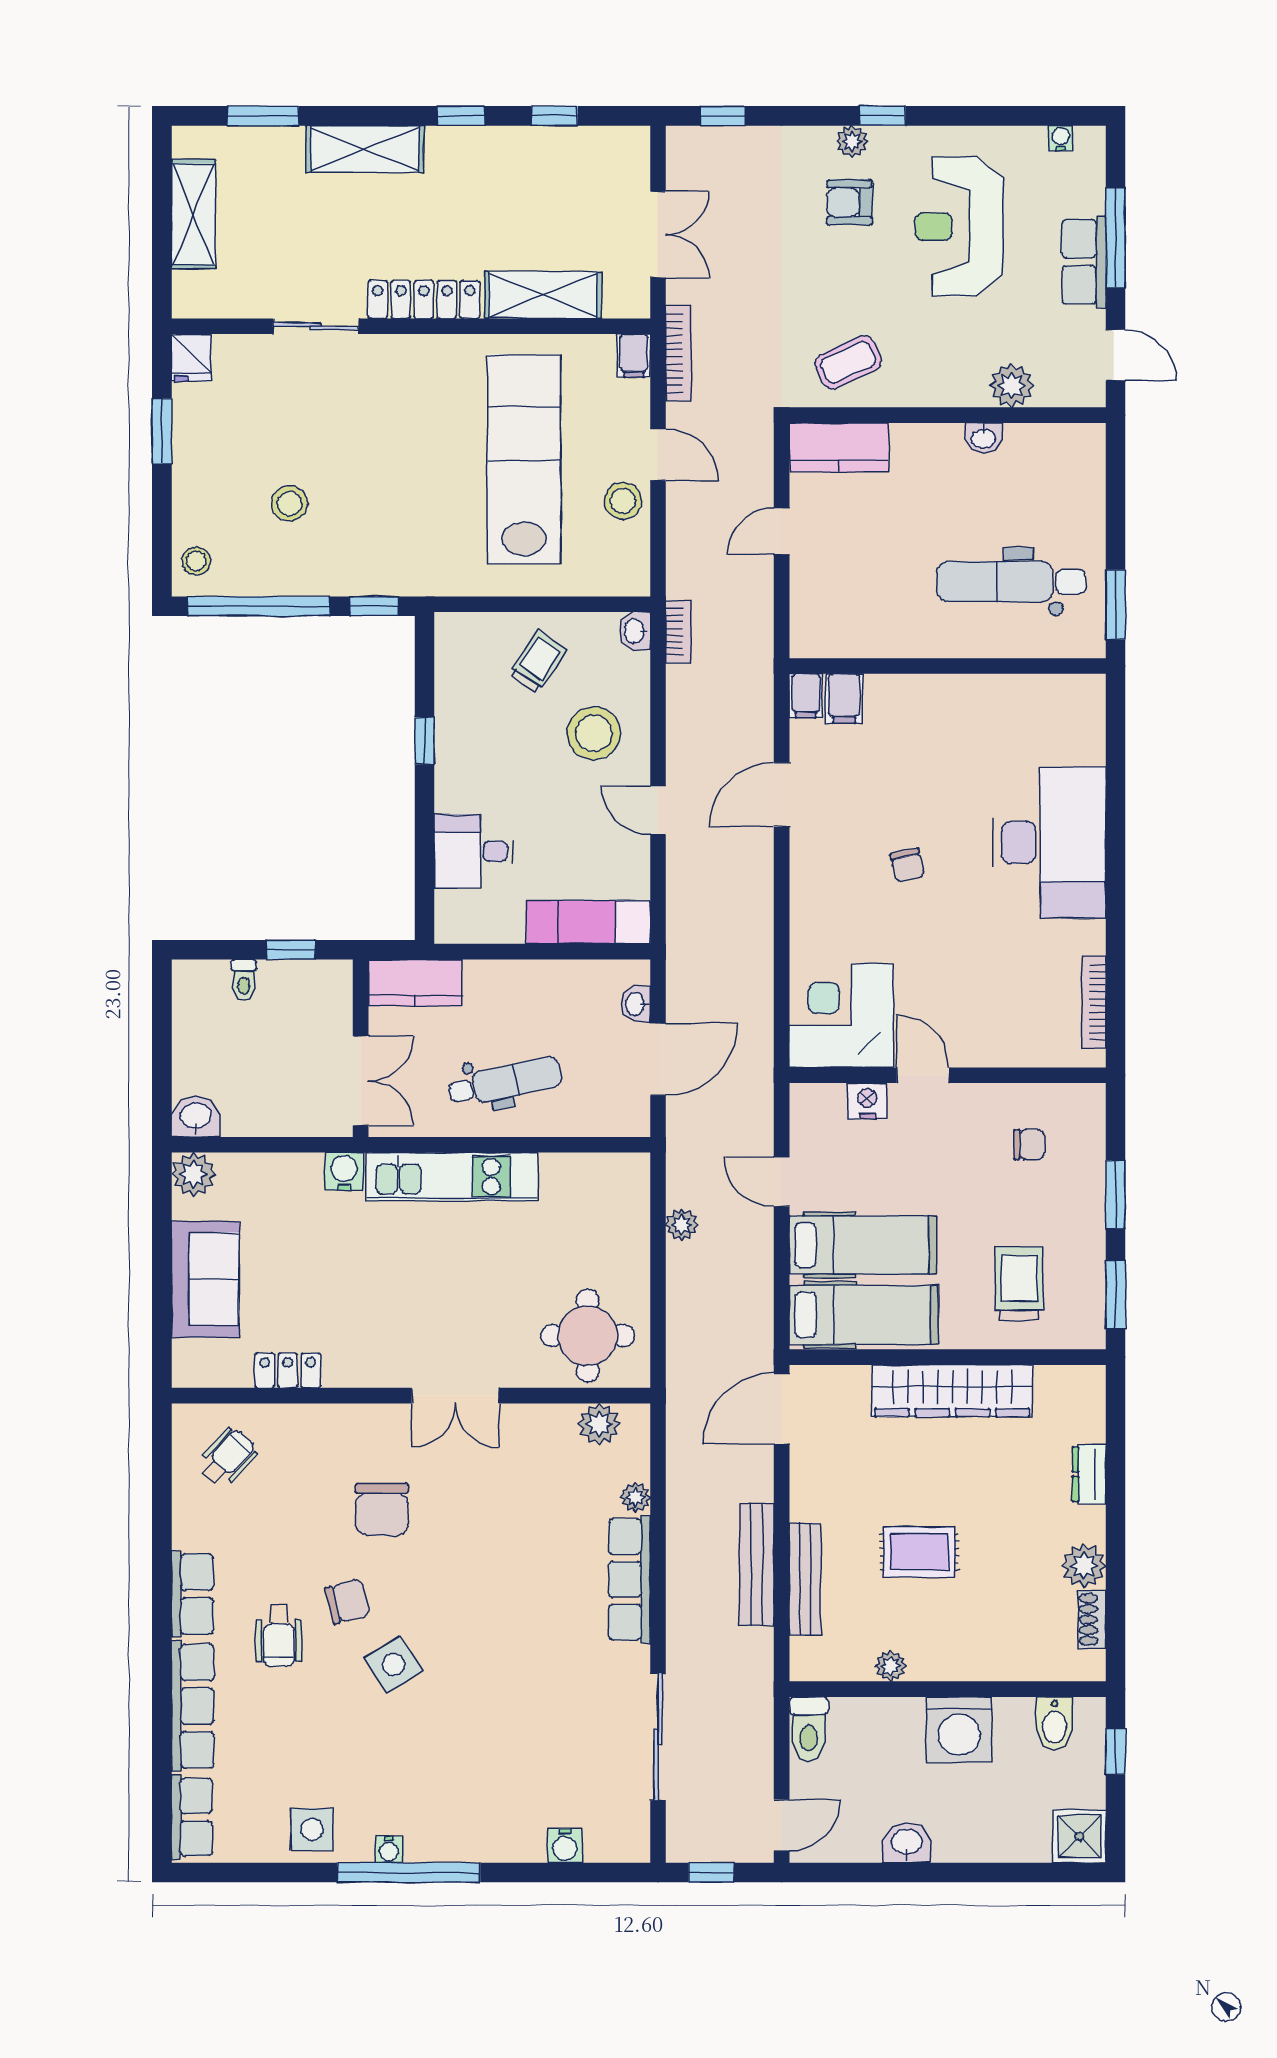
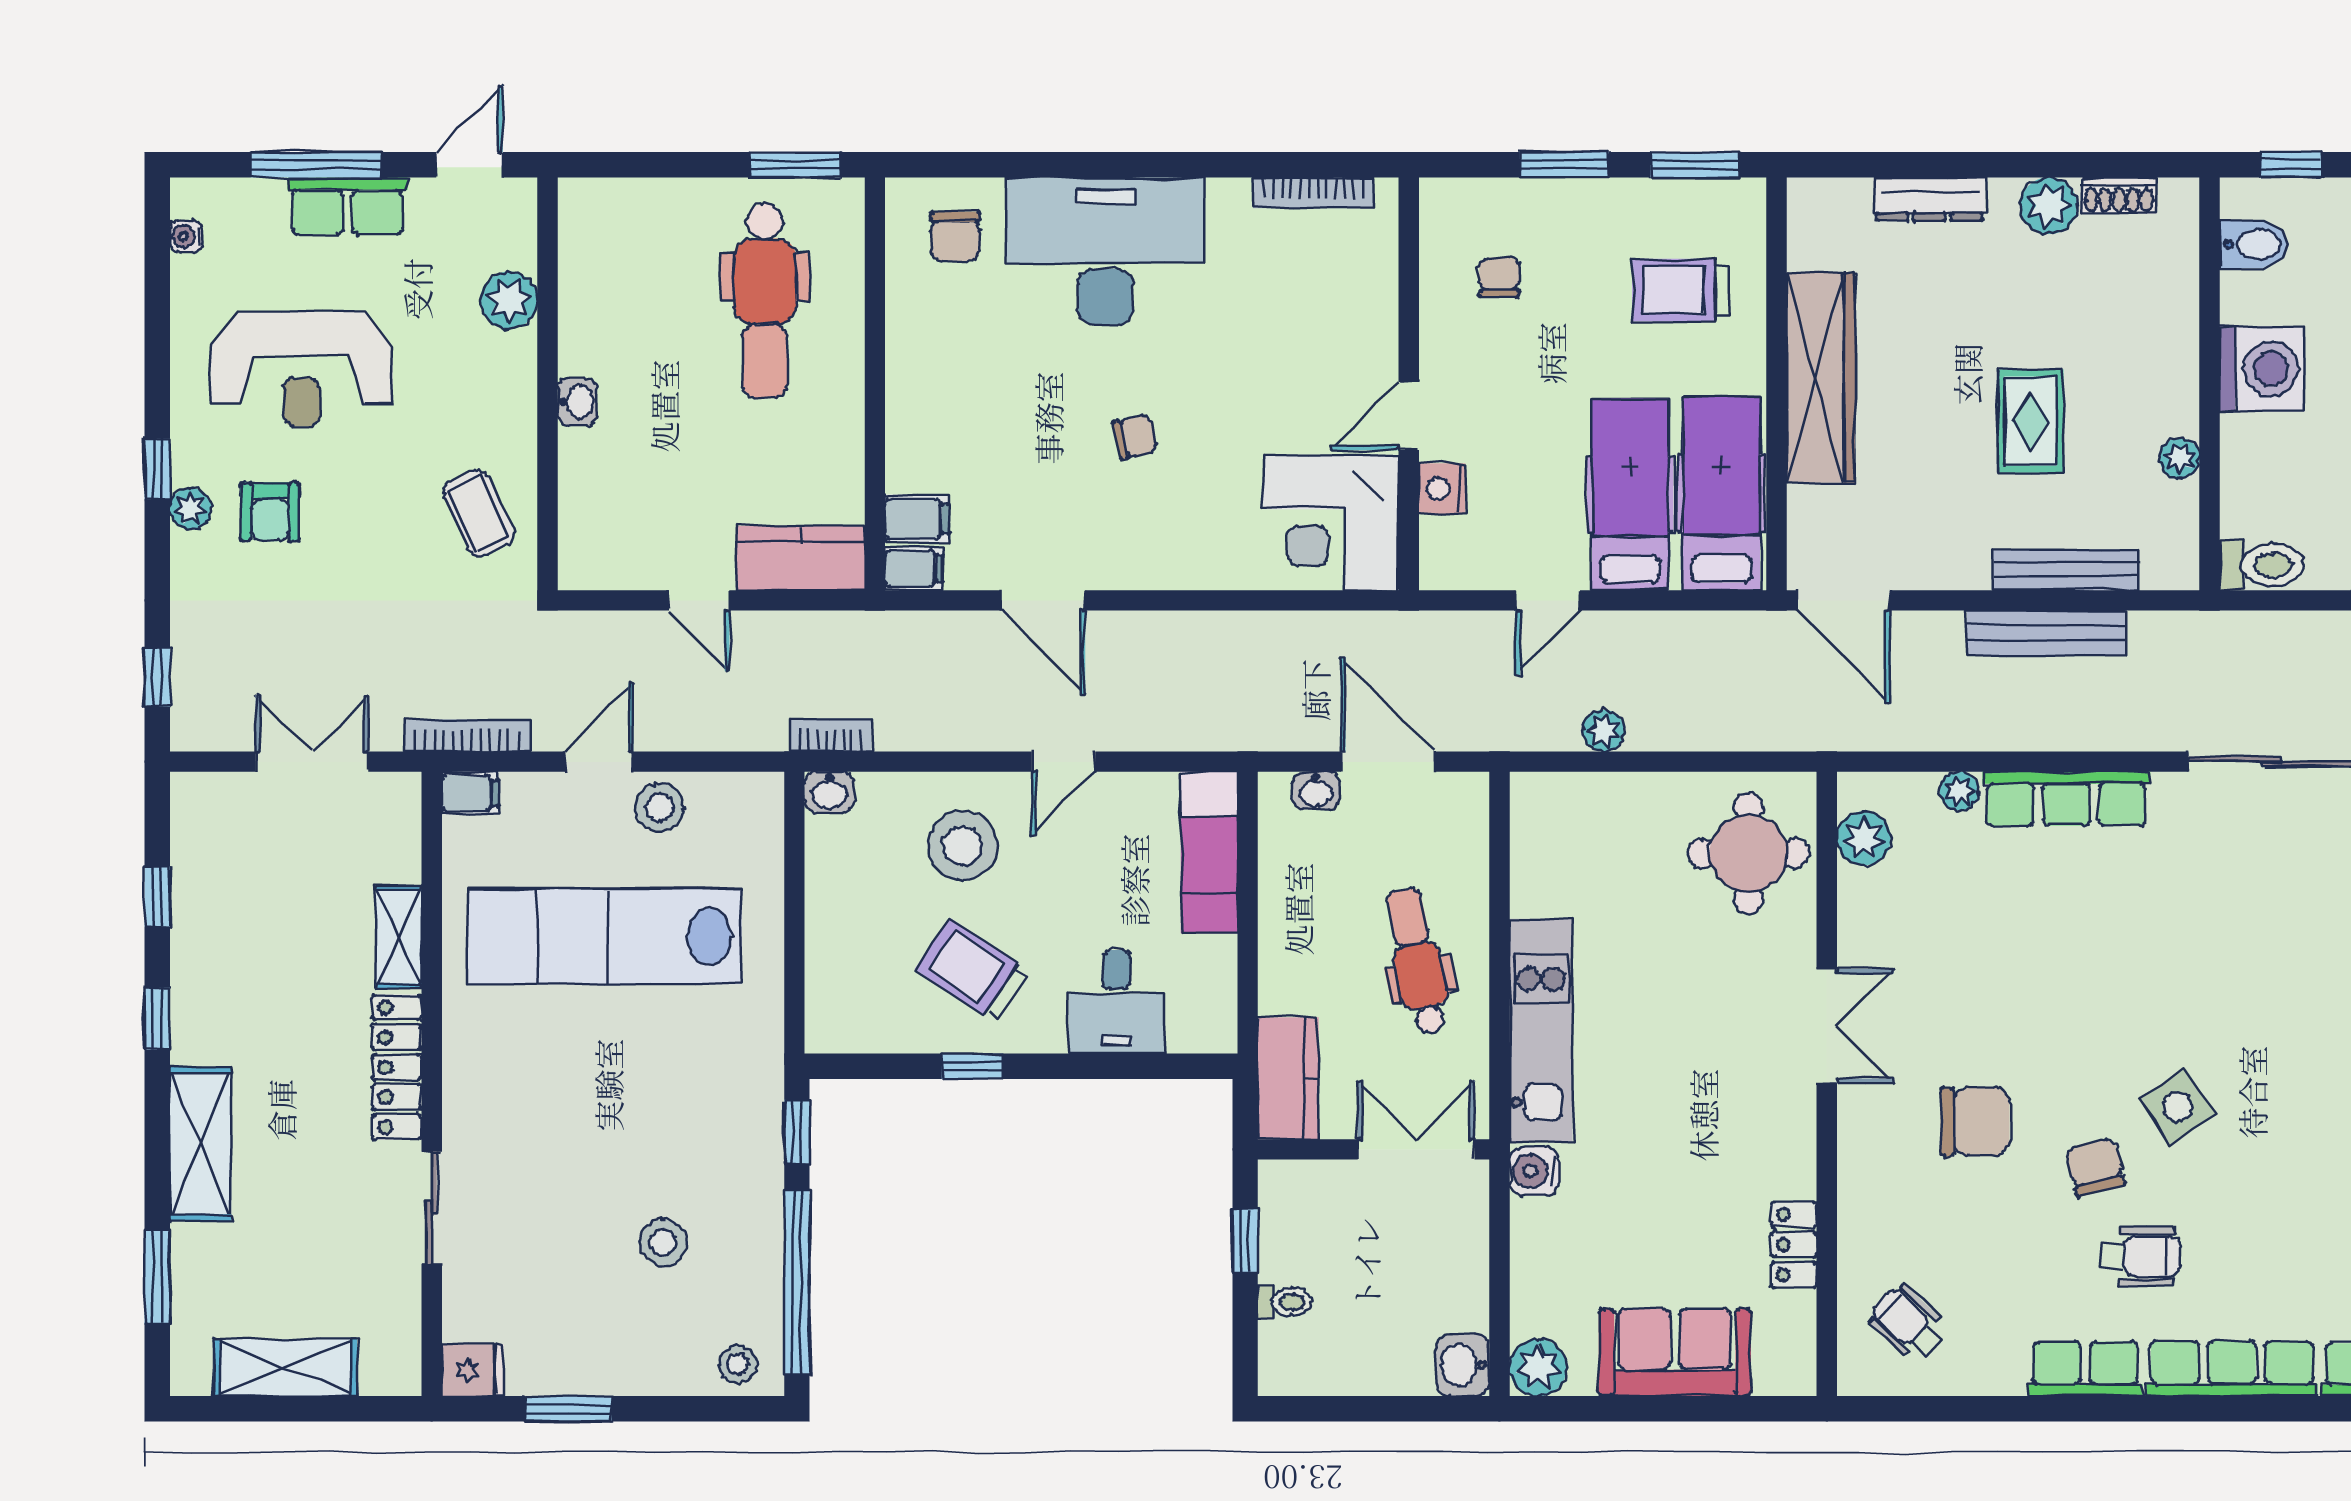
shelving: (543, 295) -> (399, 937), width x0.67, depth x0.75
washbasin: (983, 438) -> (577, 402), moved
kitchen counter: (839, 447) -> (800, 558), moved, turned -90
trolley: (538, 662) -> (972, 970), moved, width x1.36, depth x1.39
chair: (1061, 728) -> (955, 236), added
dresser: (1089, 1474) -> (1929, 199), width x1.44

